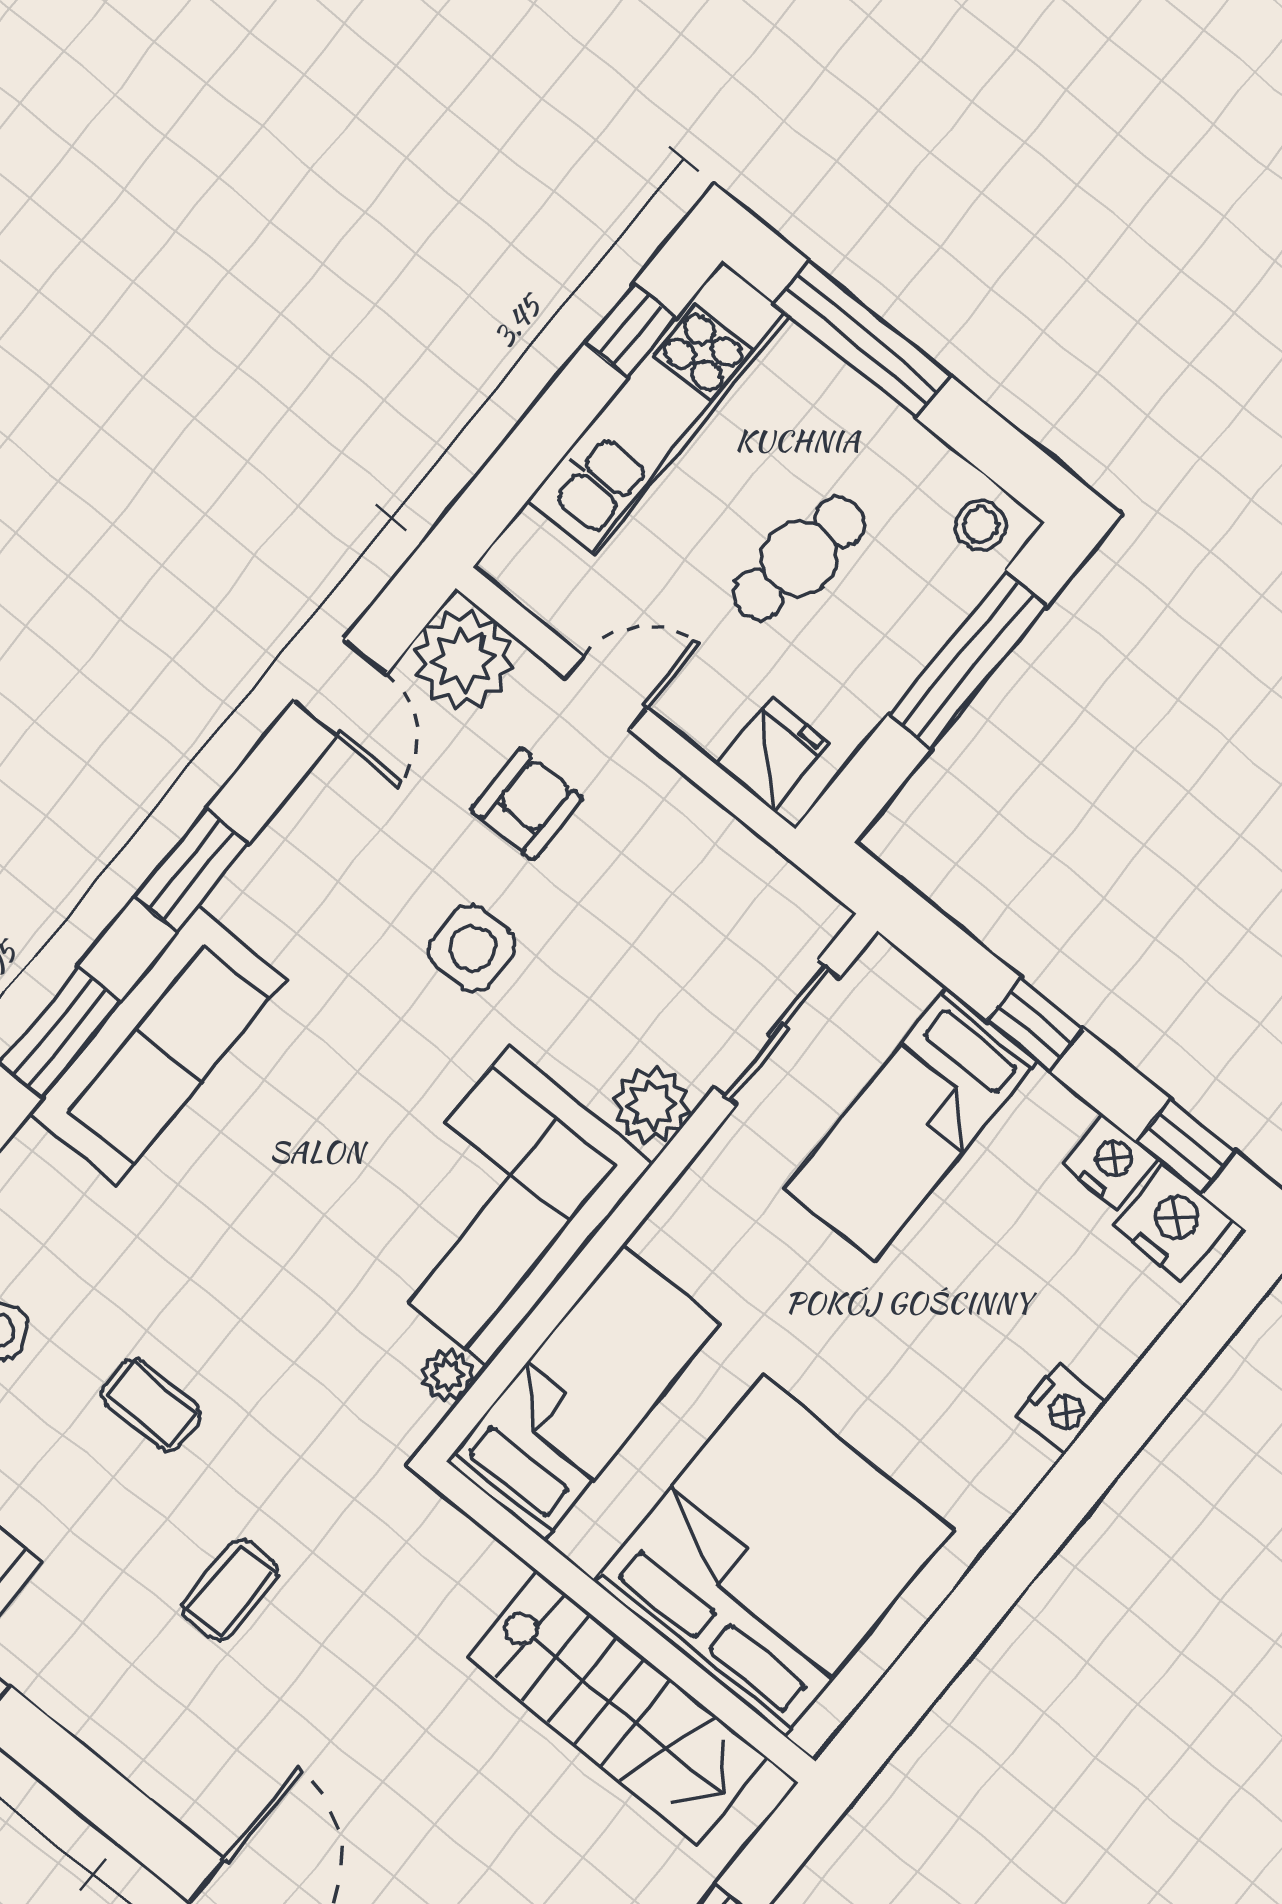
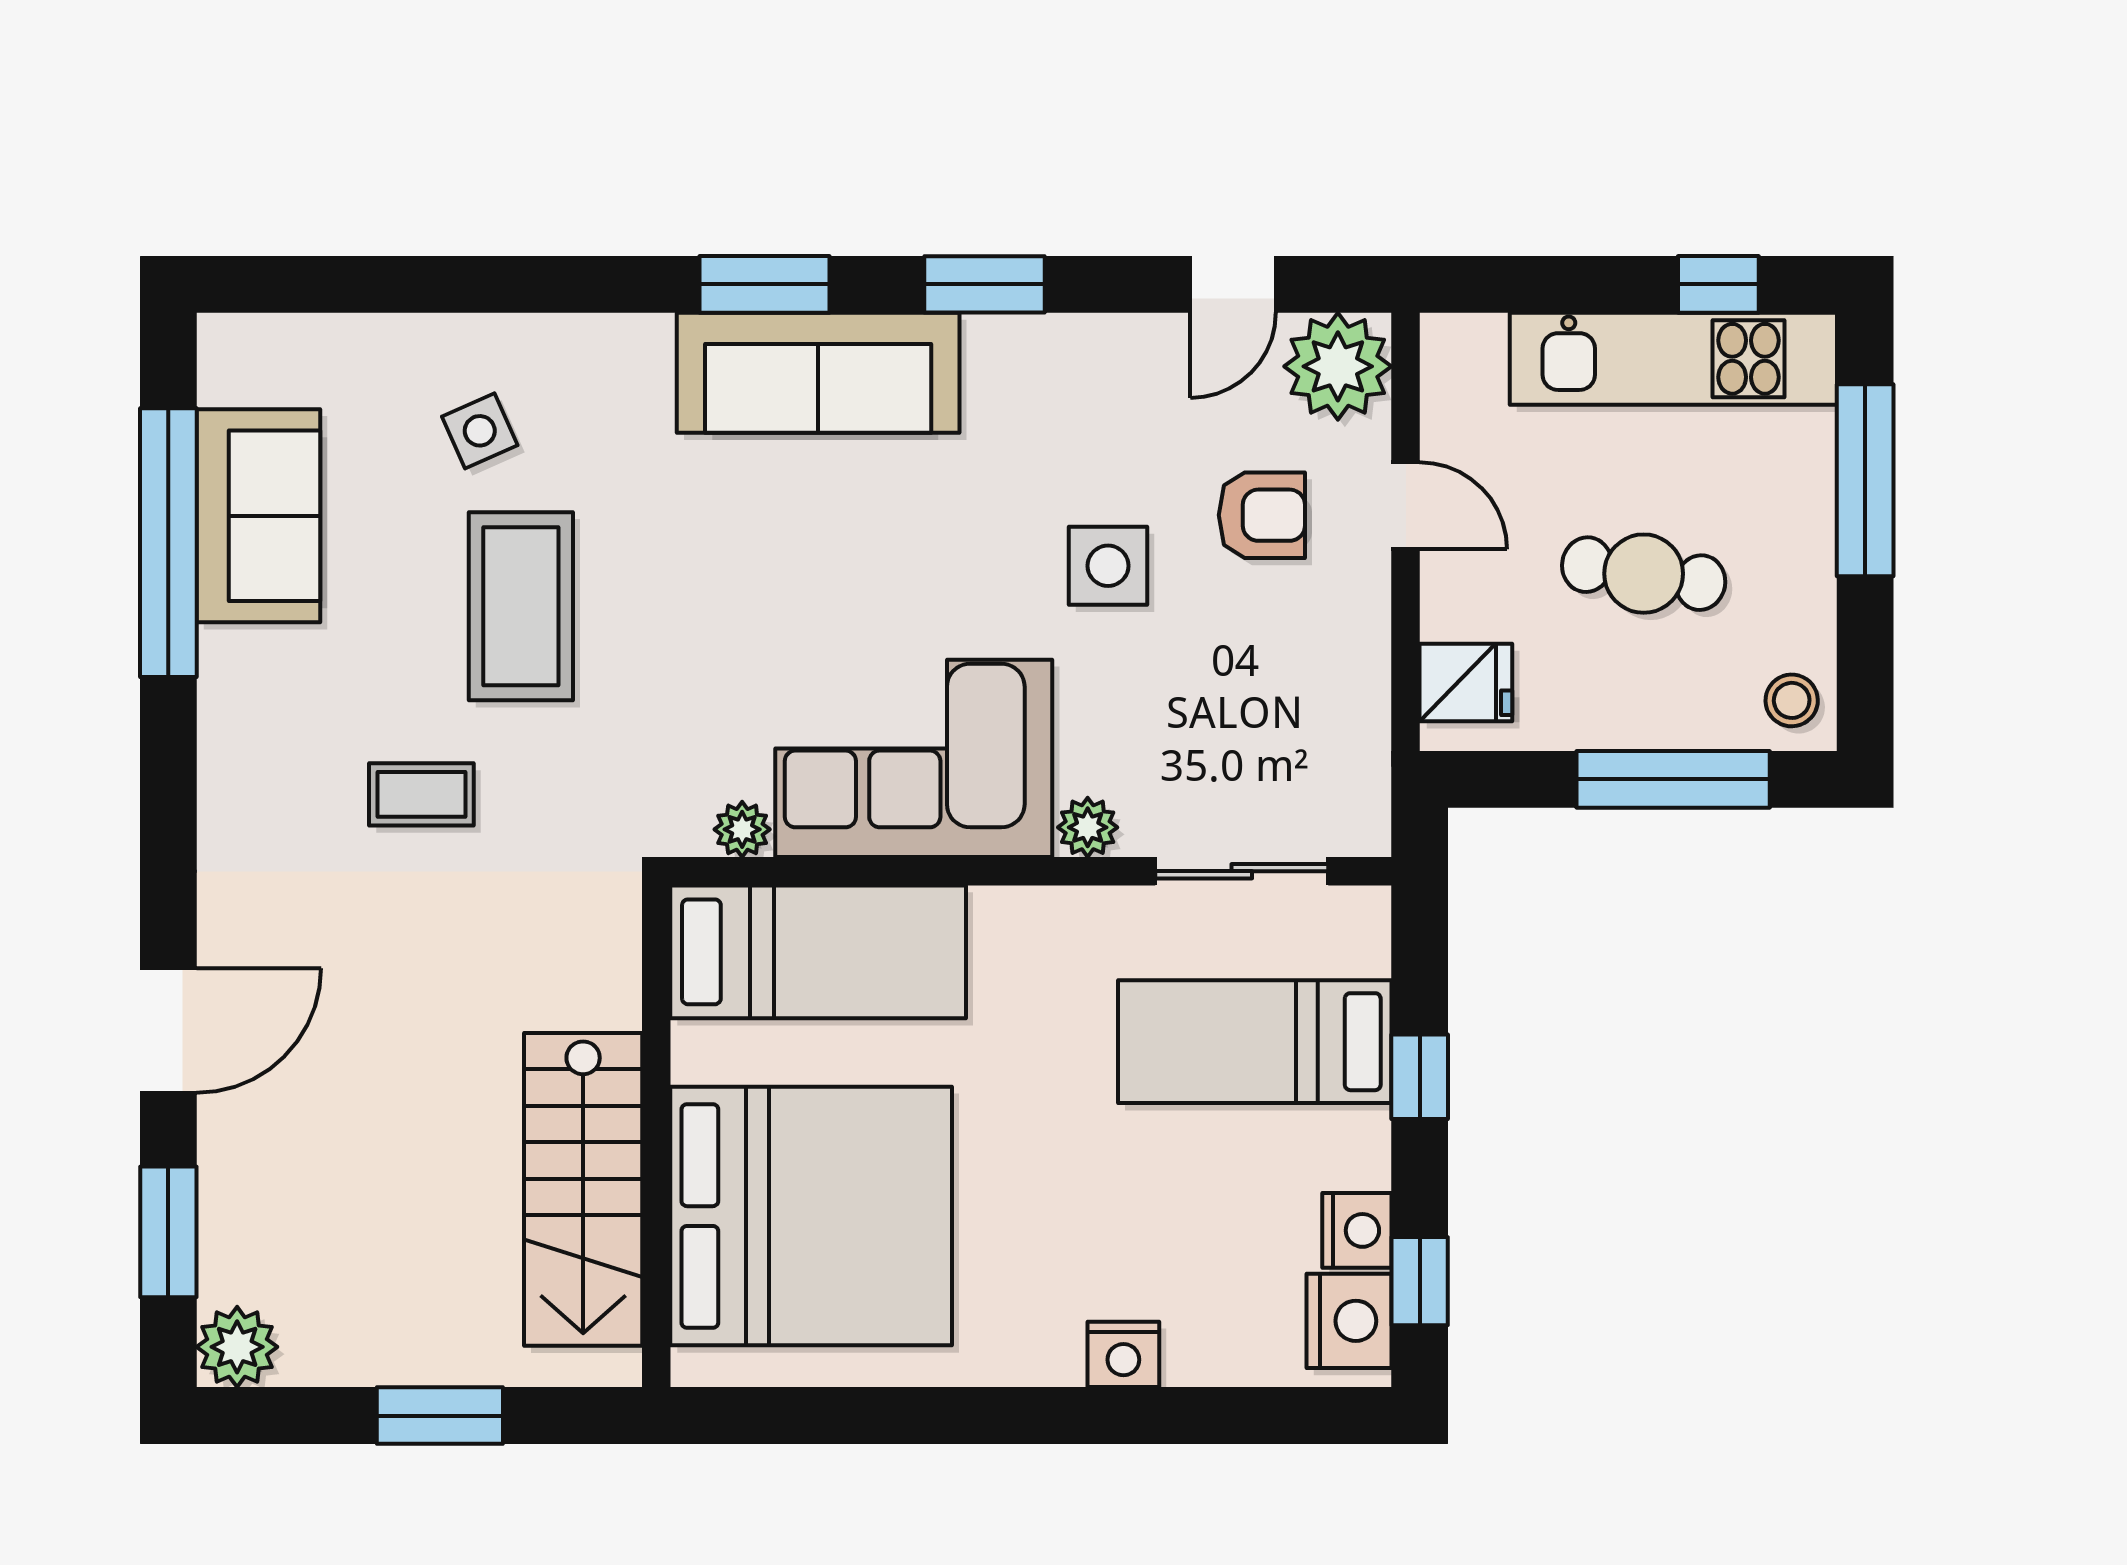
plant: (651, 1105) -> (1088, 827), width x0.73, depth x0.73
coffee table: (151, 1404) -> (521, 606), width x1.86, depth x1.72

